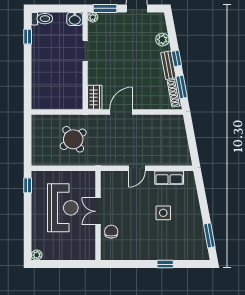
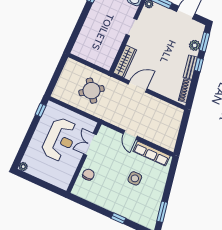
window: (182, 87) -> (204, 42), moved
wardrobe: (95, 97) -> (125, 61), width x1.50
door: (137, 168) -> (130, 135), hinge flipped
row of seats: (169, 178) -> (152, 153), width x1.48
double door: (98, 211) -> (90, 144), moved

